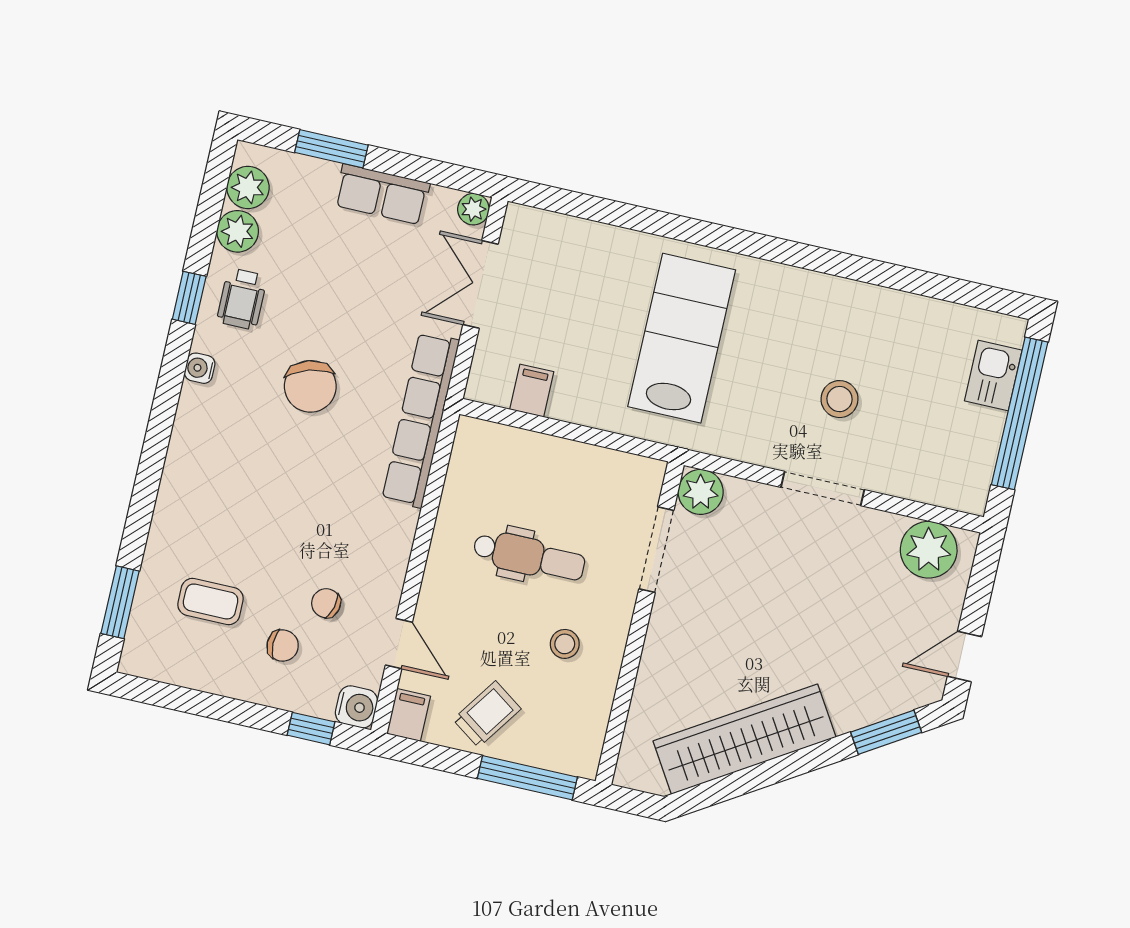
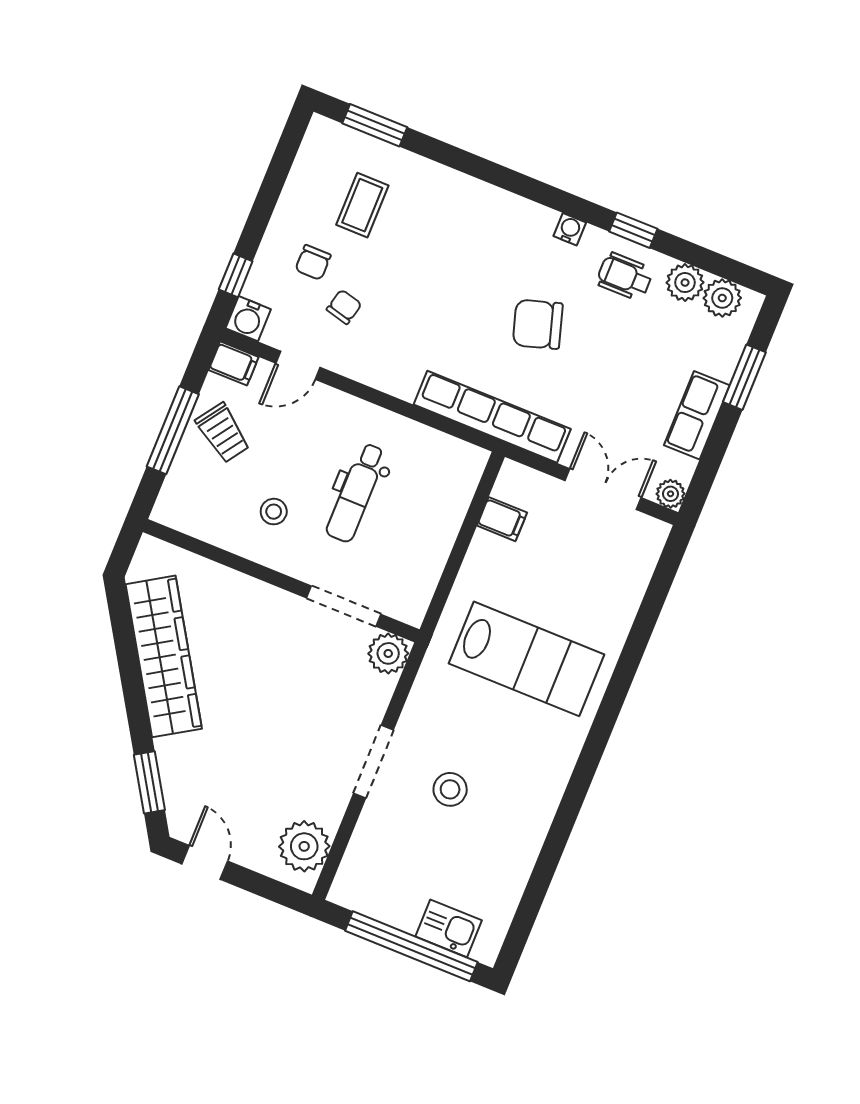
window: (527, 778) -> (173, 430), moved

